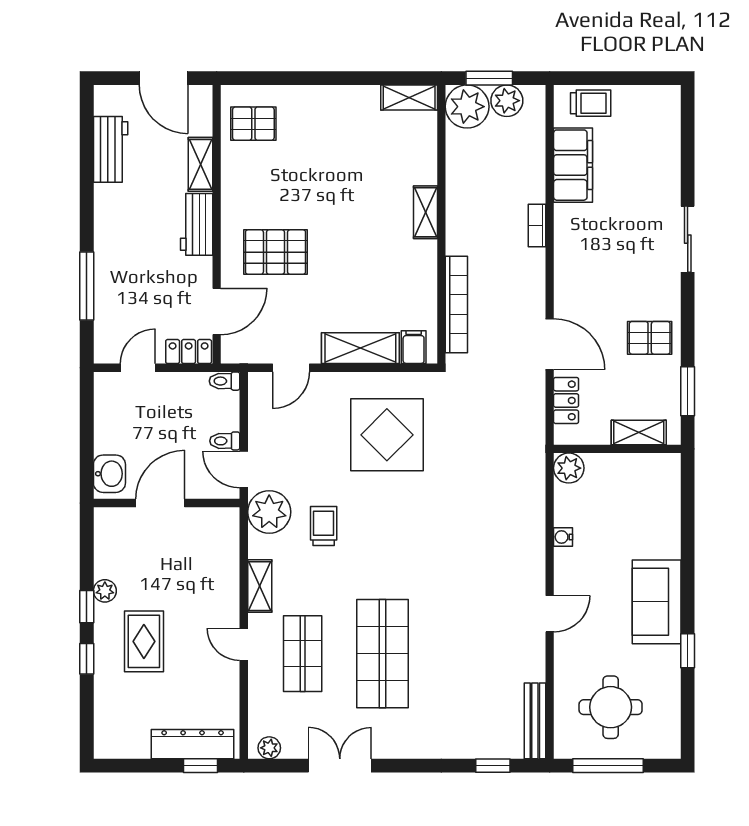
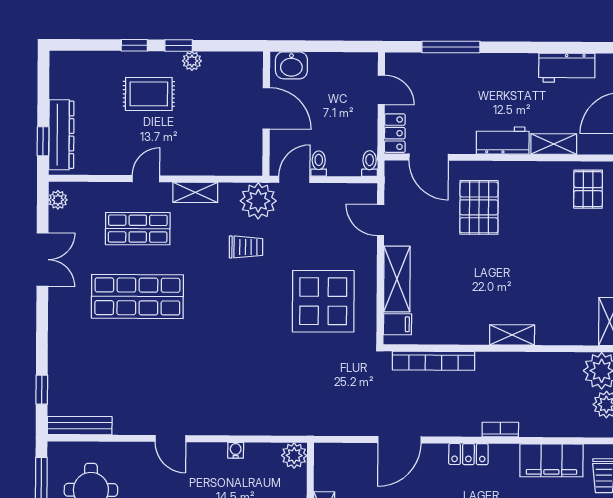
locker: (566, 400) -> (468, 454), moved

